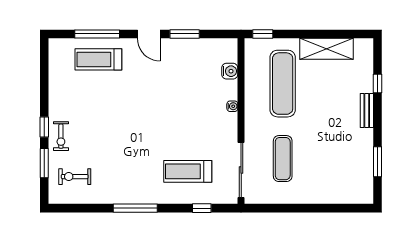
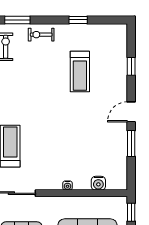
window: (97, 34) -> (131, 66), width x0.46
treadmill: (98, 59) -> (80, 72), moved, turned 180
window: (44, 127) -> (78, 20), moved

